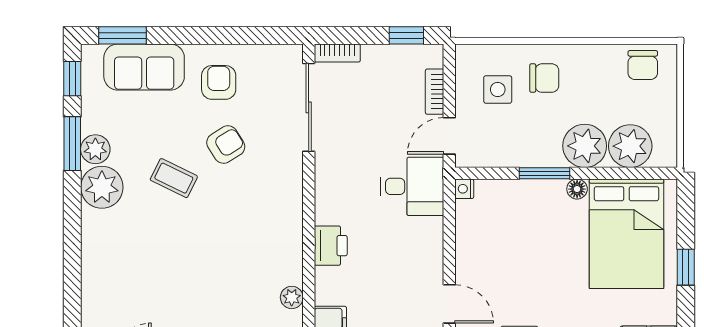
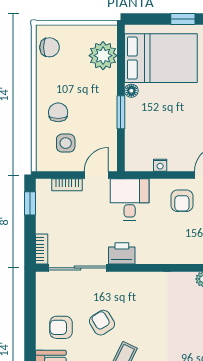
door: (449, 136) -> (96, 175), swing flipped
plant: (585, 146) -> (103, 86), removed
nightstand: (464, 189) -> (160, 165), moved
printer: (331, 246) -> (122, 253), moved
armchair: (410, 266) -> (182, 201), added

